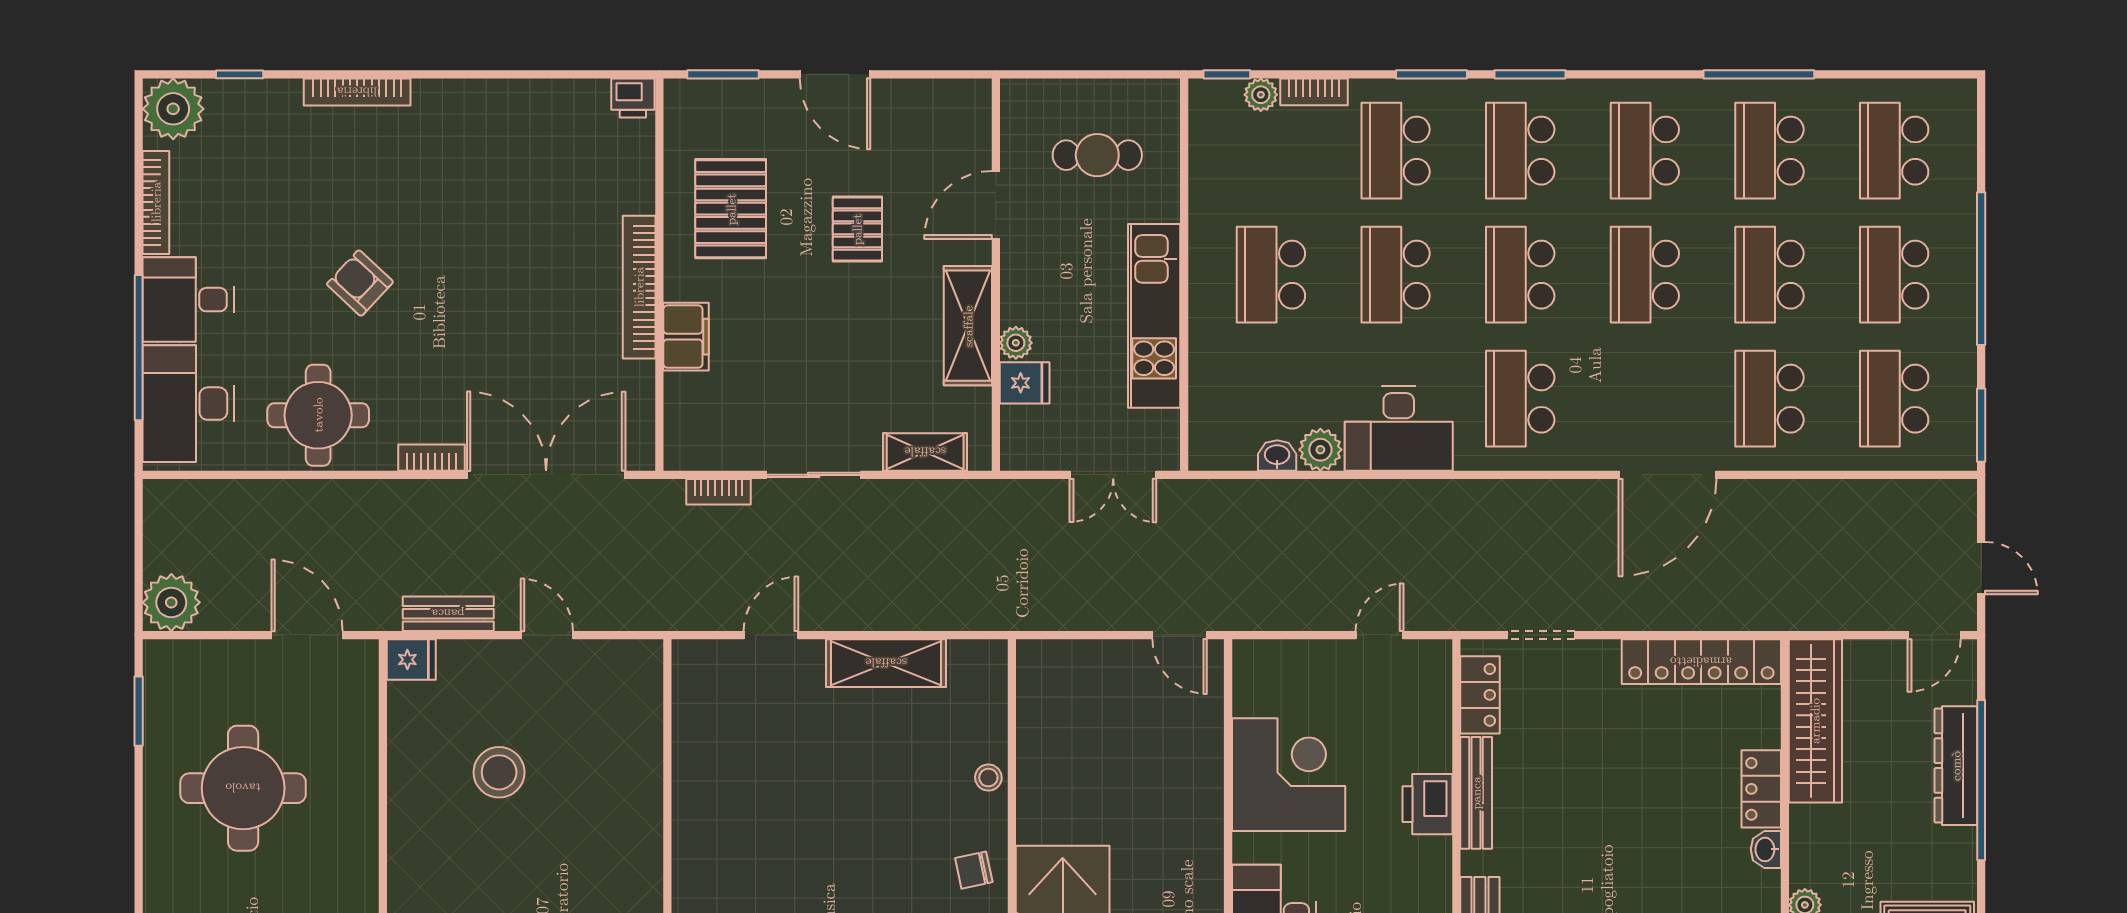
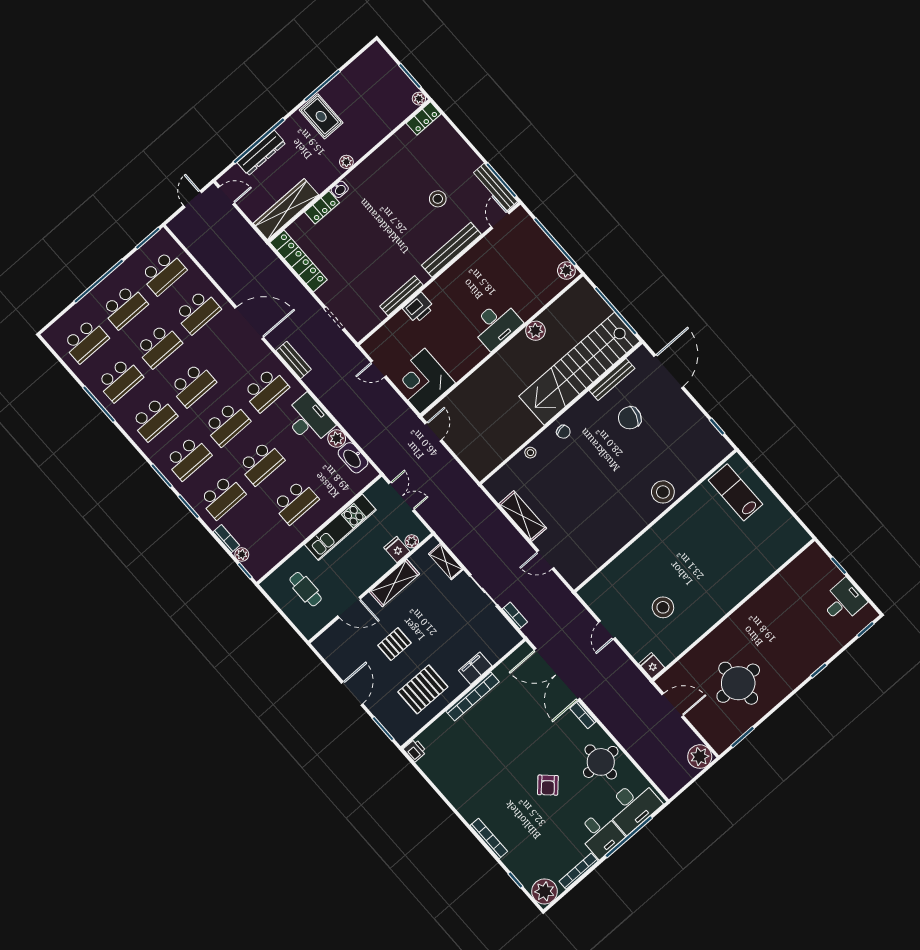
plant: (1016, 343) -> (412, 541), moved
washbasin: (1277, 456) -> (353, 458), width x1.91, depth x1.45
bench: (448, 614) -> (294, 360), moved
door: (307, 635) -> (673, 705), swing flipped
locker: (1480, 695) -> (370, 321), removed
corner desk: (1289, 775) -> (422, 381), moved

